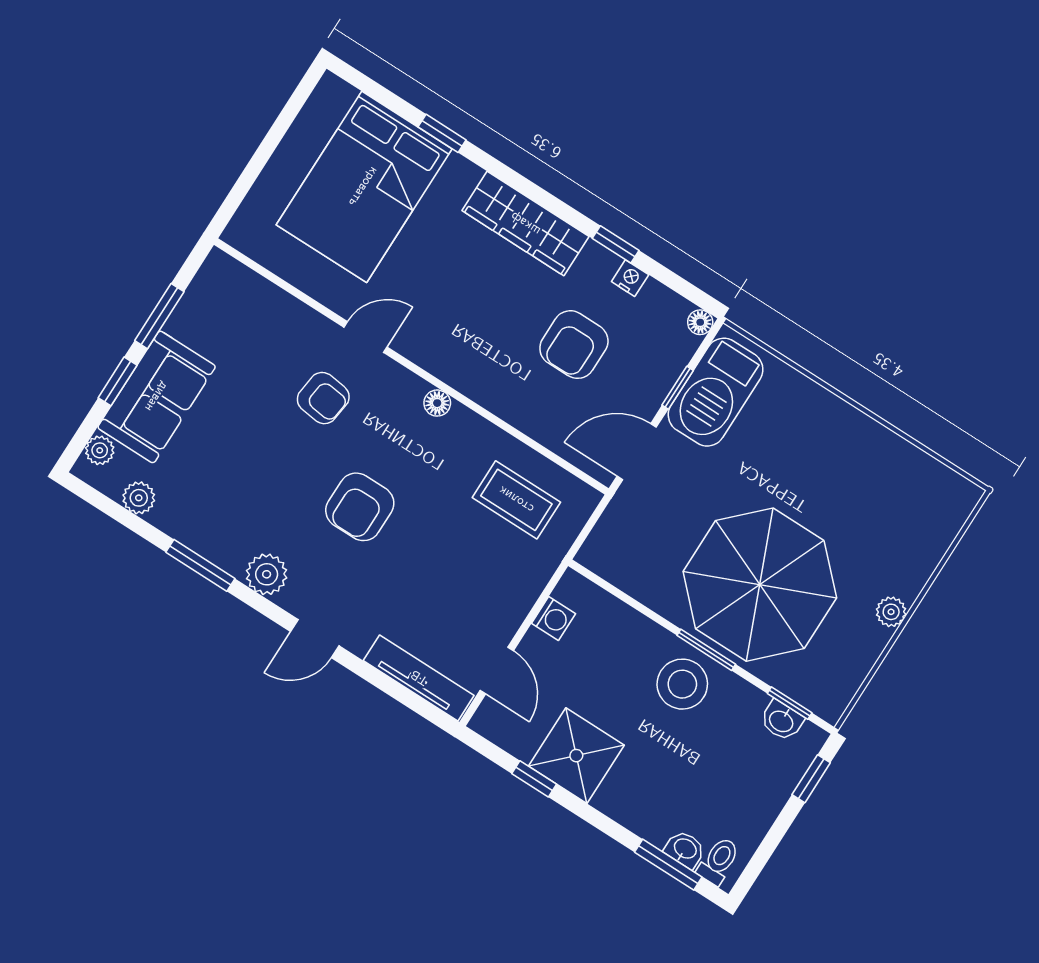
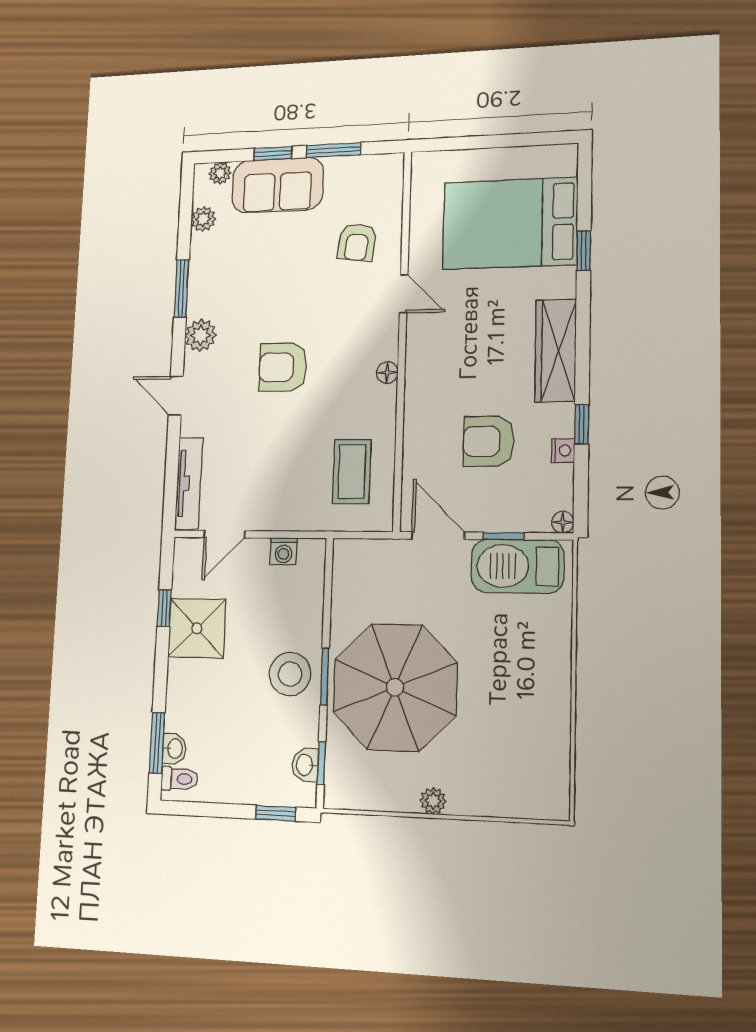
armchair: (323, 398) -> (357, 242), moved

